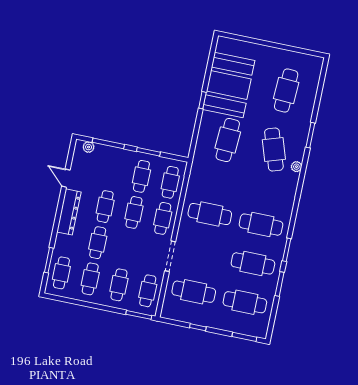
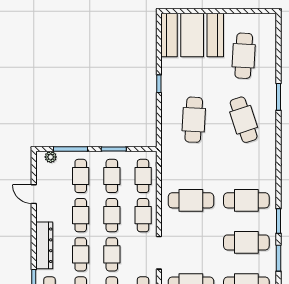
booth: (229, 85) -> (192, 35), moved, turned 90
plant: (296, 167) -> (271, 133), removed
cafe table: (113, 170) -> (81, 176), added
dresser: (69, 212) -> (44, 245), moved
cafe table: (126, 249) -> (112, 254), added

